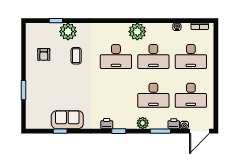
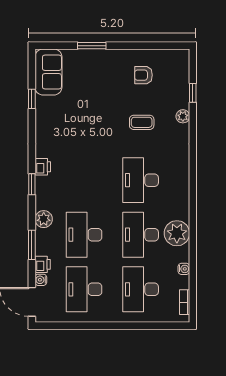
plant: (68, 32) -> (183, 116), width x0.53, depth x0.53
plant: (137, 32) -> (177, 233), moved
sofa: (67, 120) -> (48, 72), moved

